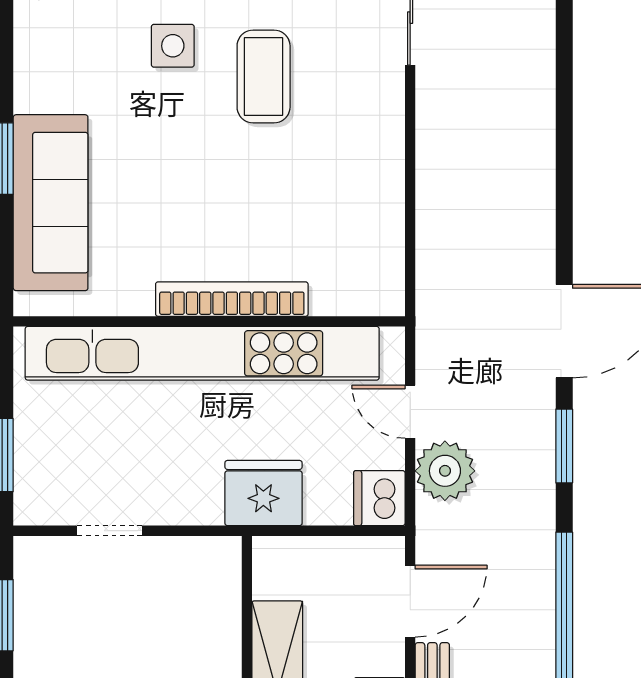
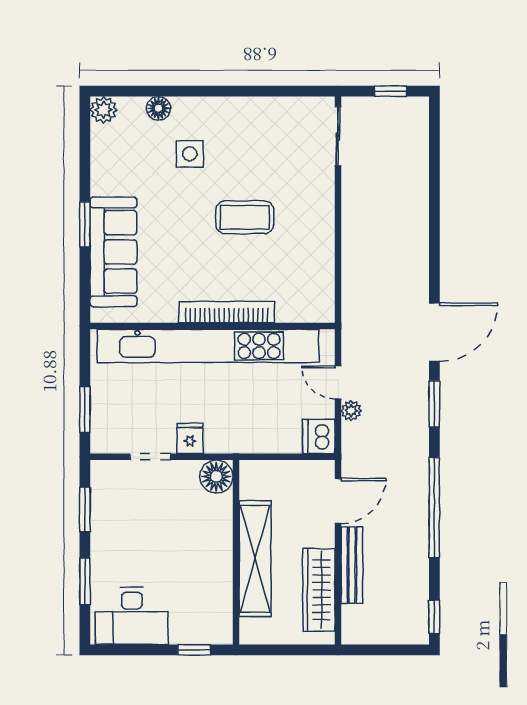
coffee table: (264, 76) -> (245, 217), moved, turned 90
plant: (445, 471) -> (351, 411), width x0.53, depth x0.53
fridge: (263, 493) -> (190, 438), moved, width x0.53, depth x0.75
floor lamp: (215, 562) -> (216, 476), added

